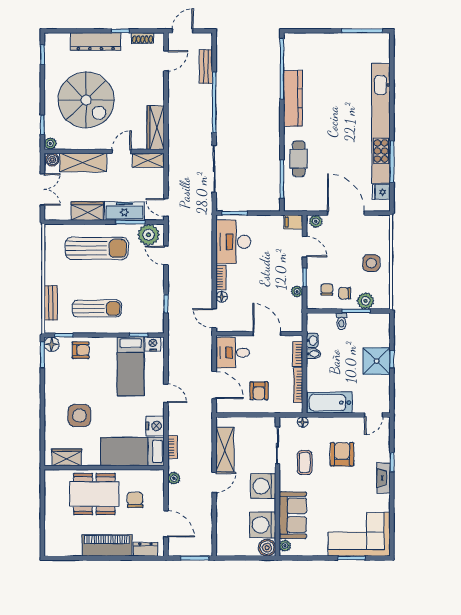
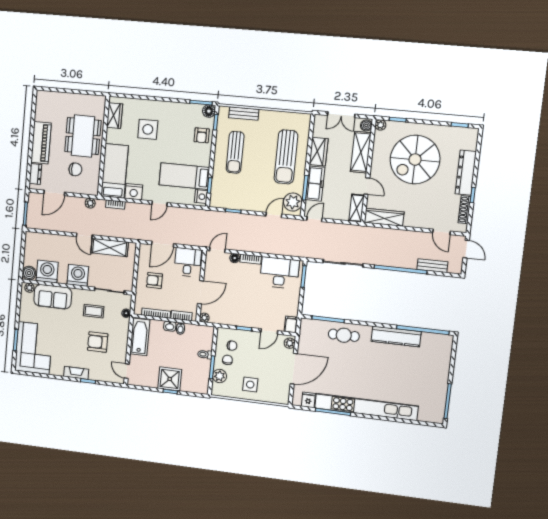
shoe rack: (143, 38) -> (464, 210), width x1.43
plant: (297, 292) -> (204, 318), moved
washbasin: (312, 340) -> (170, 326), moved
armchair: (342, 454) -> (98, 342), turned 180

